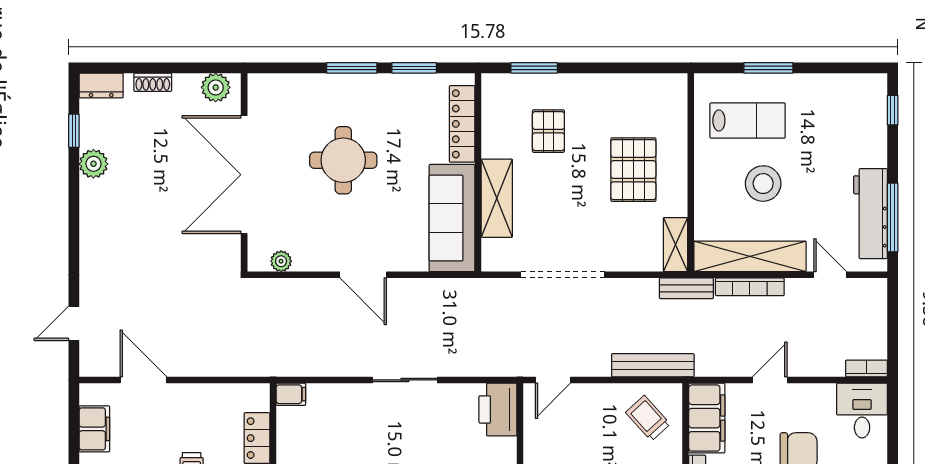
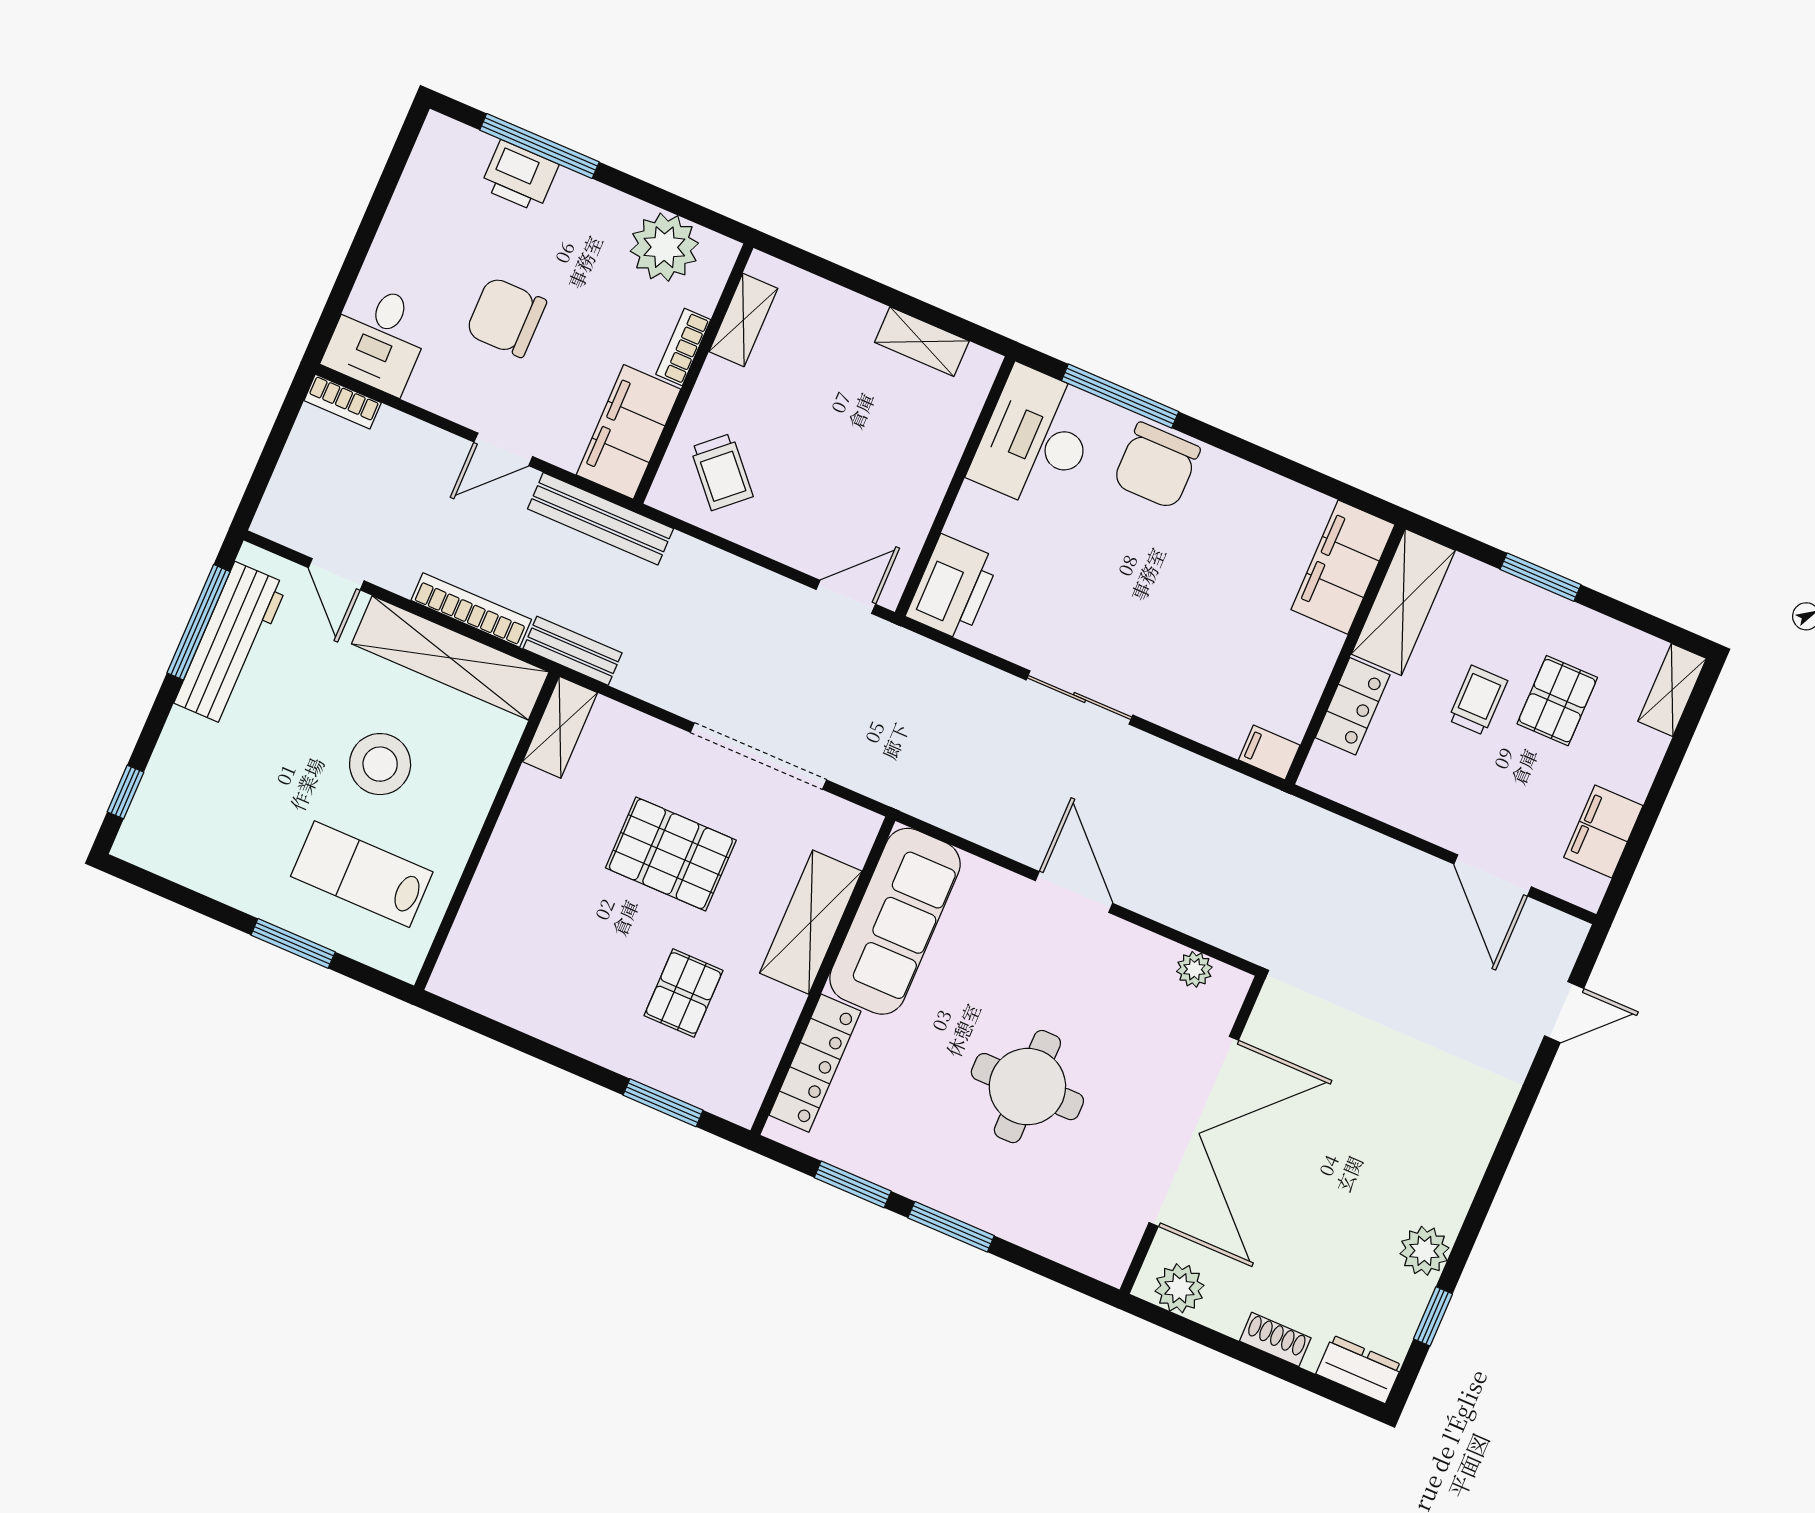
pallet: (633, 170) -> (671, 854), moved, turned 90
bench: (653, 365) -> (601, 519), moved

